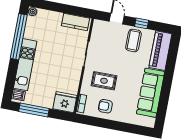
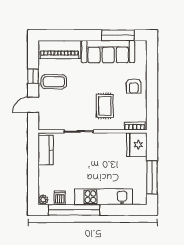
dishwasher: (18, 95) -> (60, 198), moved
window: (163, 104) -> (118, 35), added
armchair: (105, 106) -> (134, 86), moved

